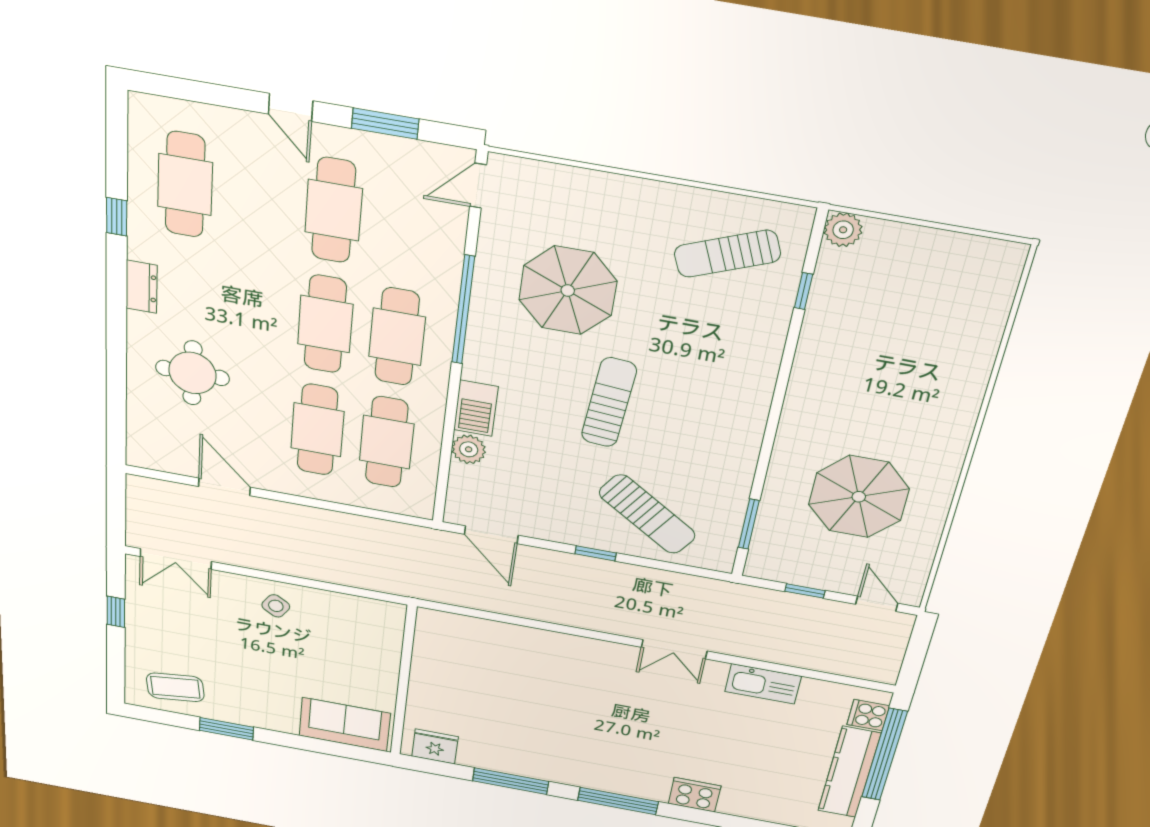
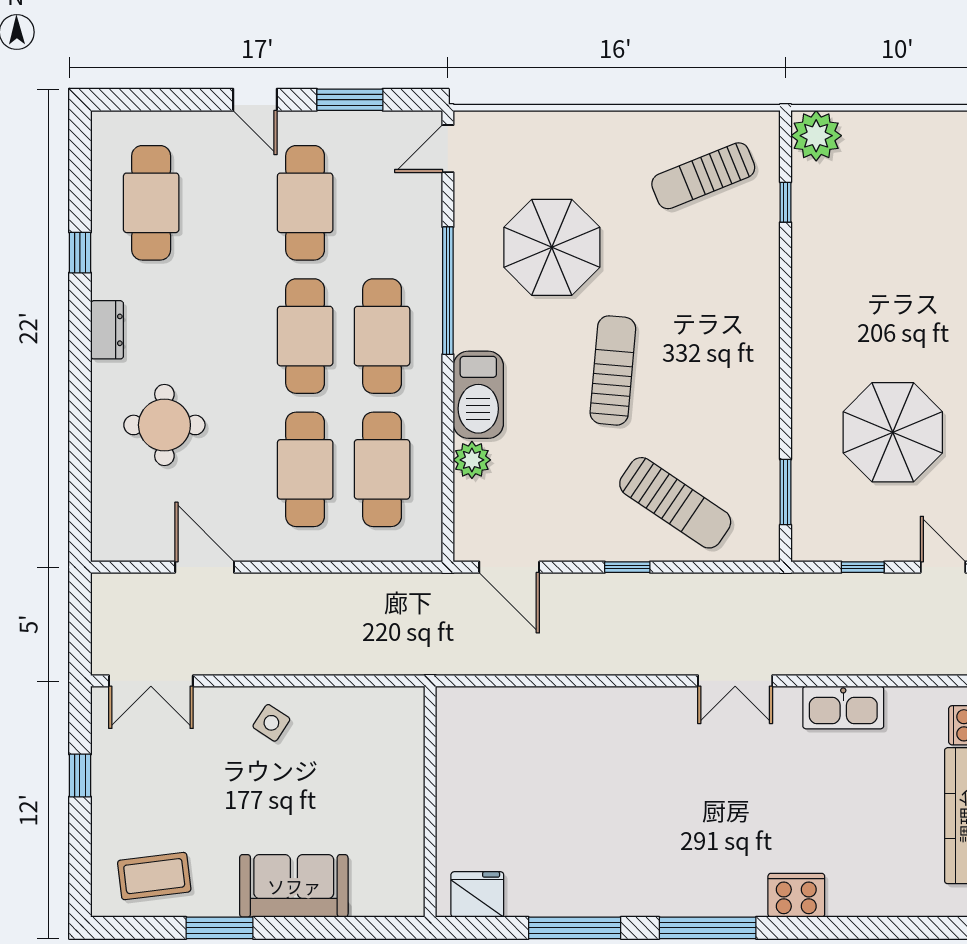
plant: (843, 230) -> (816, 136), width x1.36, depth x1.36
barbecue: (476, 408) -> (478, 395), width x1.37, depth x1.21
sofa: (345, 725) -> (294, 886), moved

